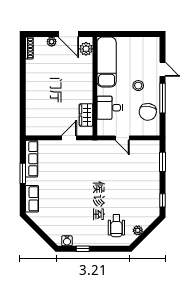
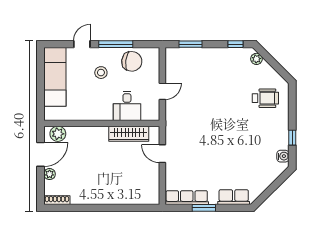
exam couch: (107, 62) -> (55, 77), moved, turned 90
wardrobe: (86, 115) -> (129, 134), width x1.50
plant: (138, 230) -> (256, 59), moved

